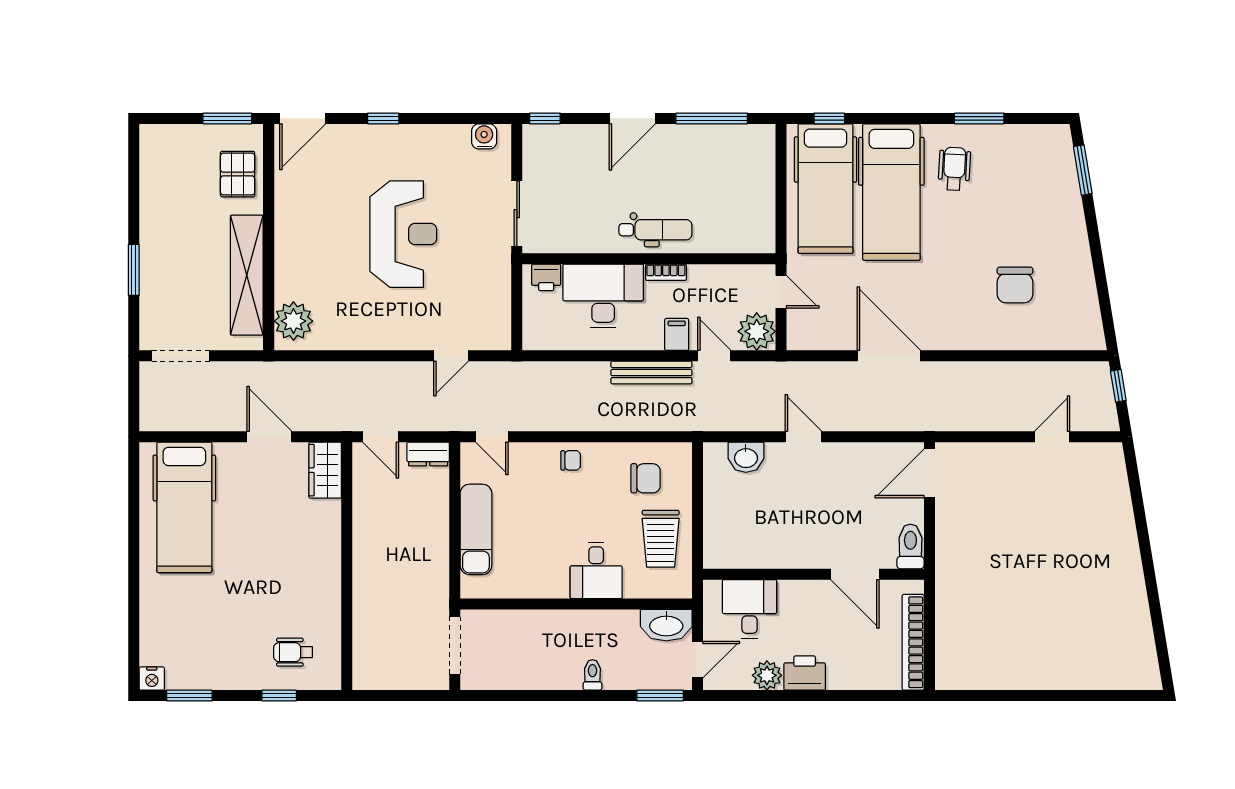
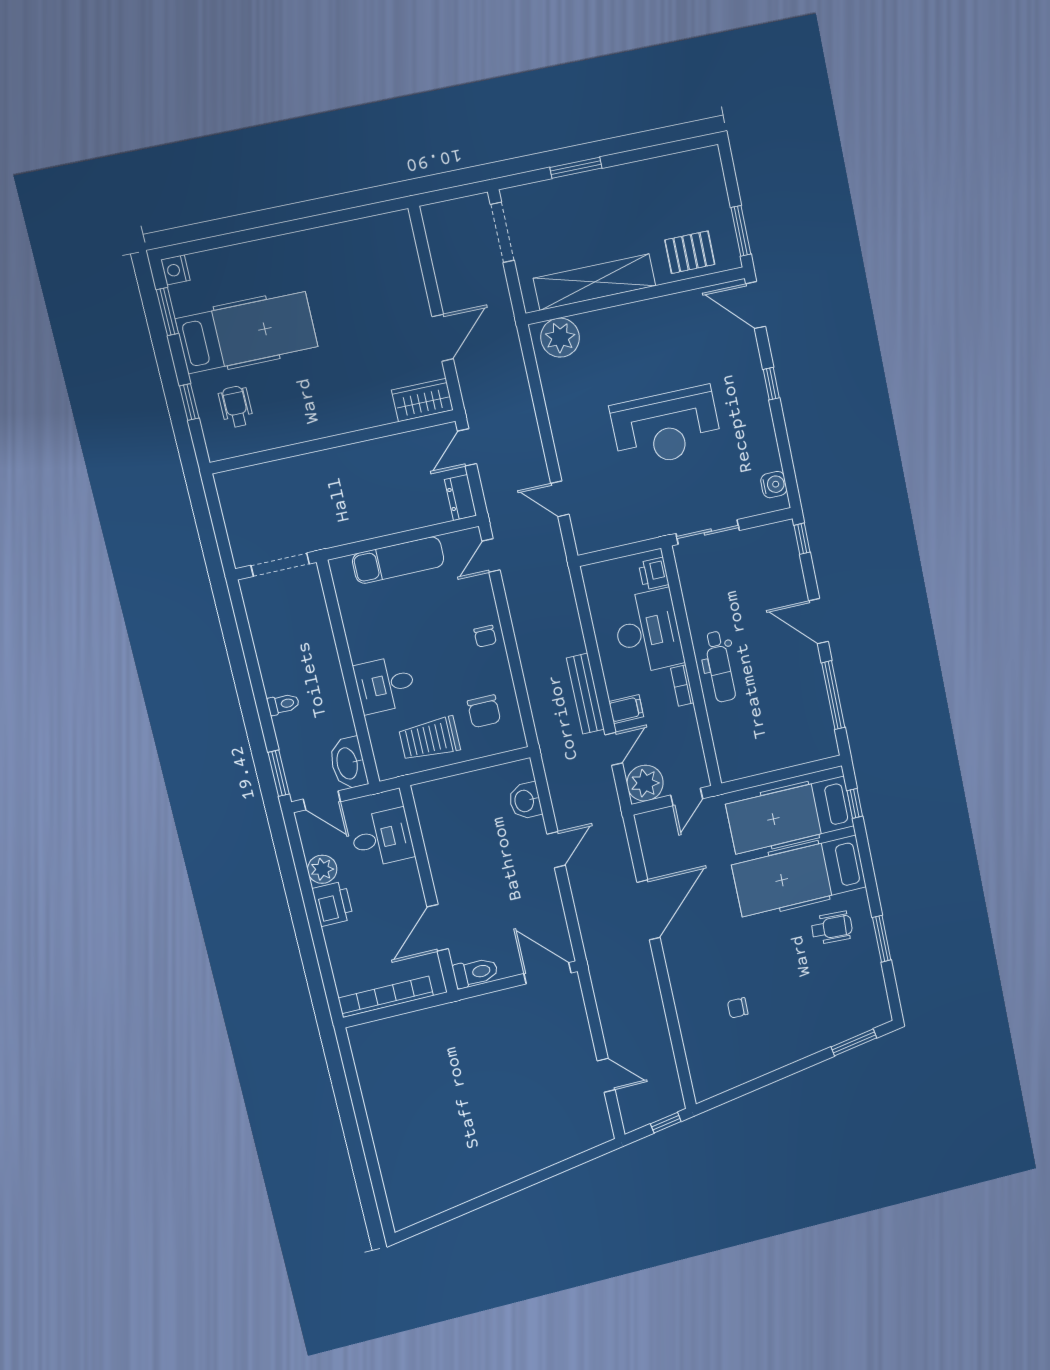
chair: (1015, 285) -> (738, 1008), width x0.54, depth x0.54
hospital bed: (184, 507) -> (247, 333), moved, turned 180

